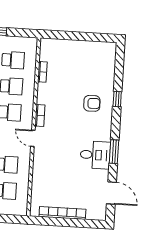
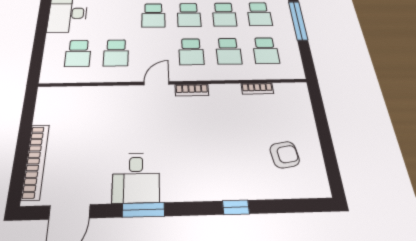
armchair: (92, 103) -> (285, 155), moved, turned -97
bookcase: (62, 213) -> (35, 161), moved

